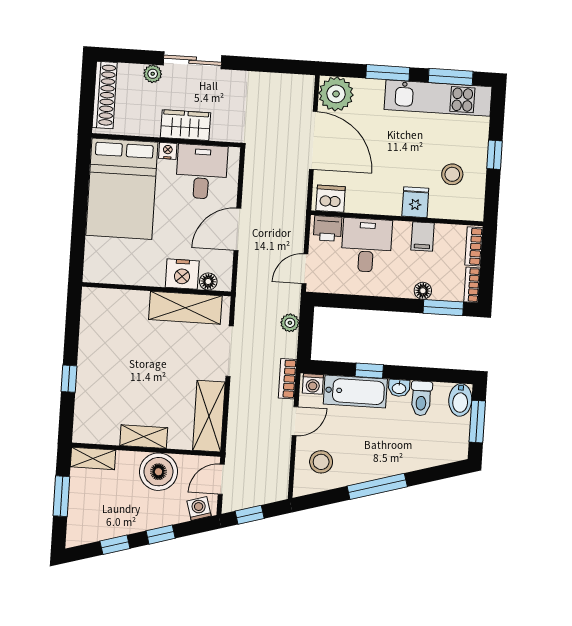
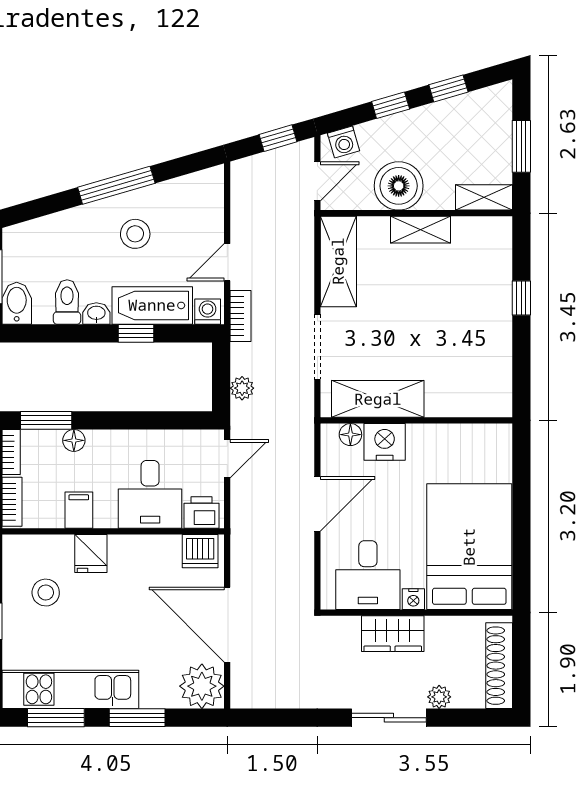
stool: (321, 462) -> (135, 234), moved

